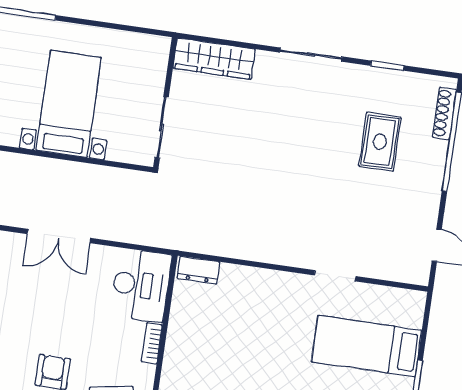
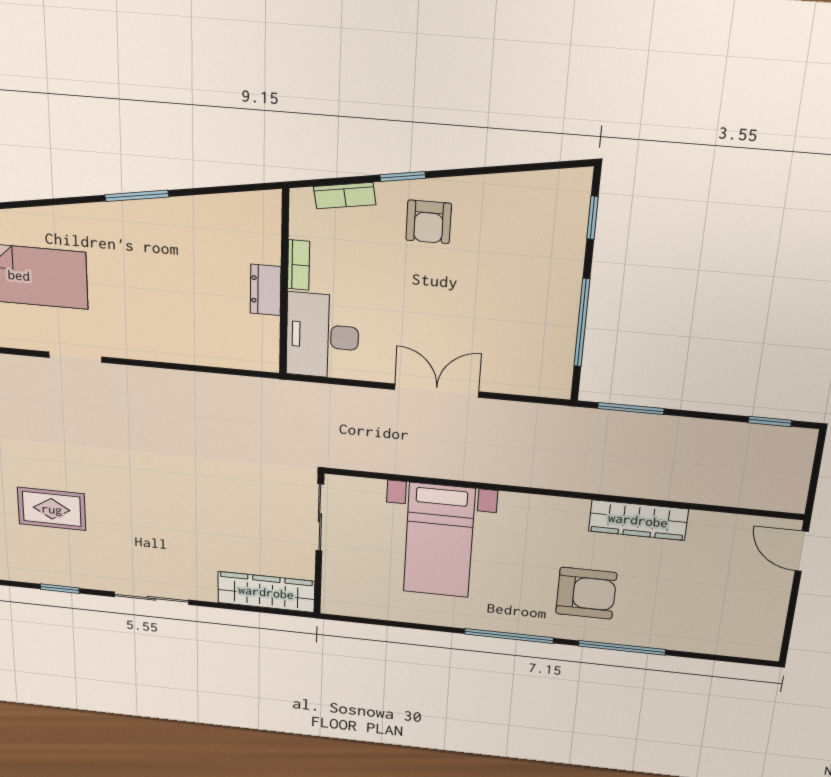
rug: (380, 142) -> (52, 509), turned 90
dresser: (198, 270) -> (266, 290), moved, turned -90

